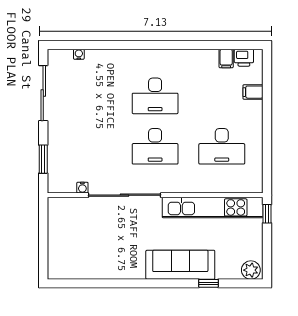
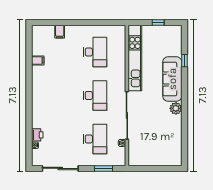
filing cabinet: (226, 58) -> (38, 60), moved
printer: (244, 58) -> (37, 135), moved
desk: (155, 96) -> (95, 139), moved
window: (267, 214) -> (158, 22), moved
plant: (251, 270) -> (176, 108), moved

